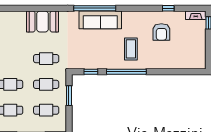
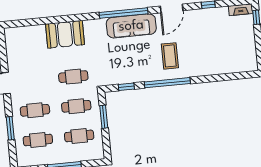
door: (136, 8) -> (172, 8), added
armchair: (161, 32) -> (203, 33), removed

